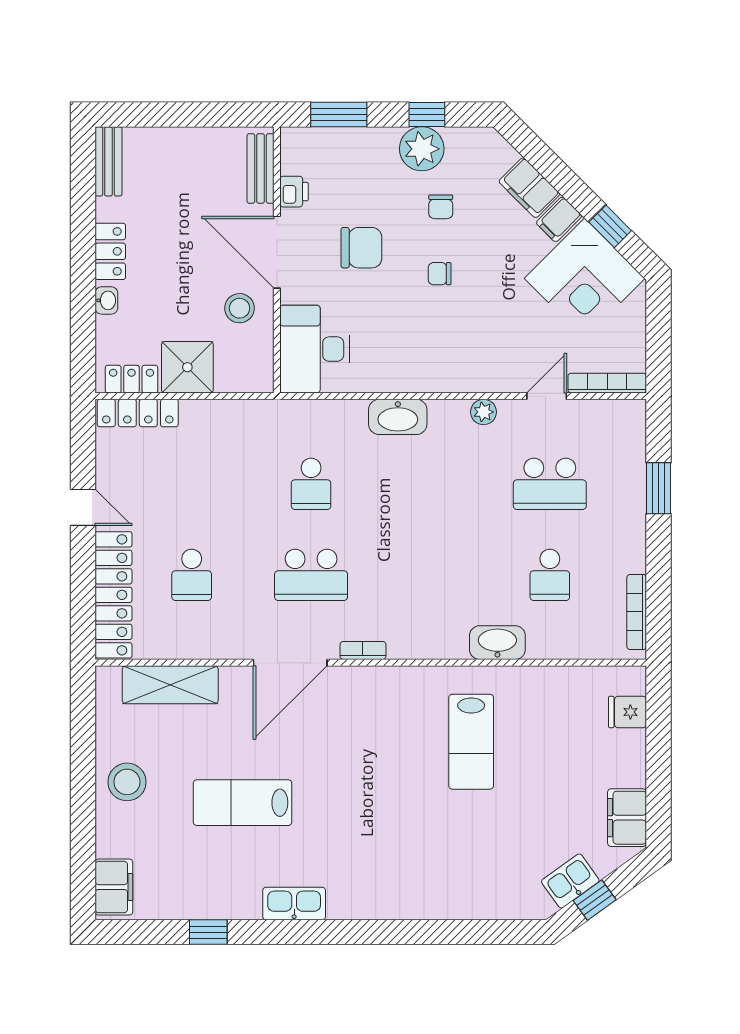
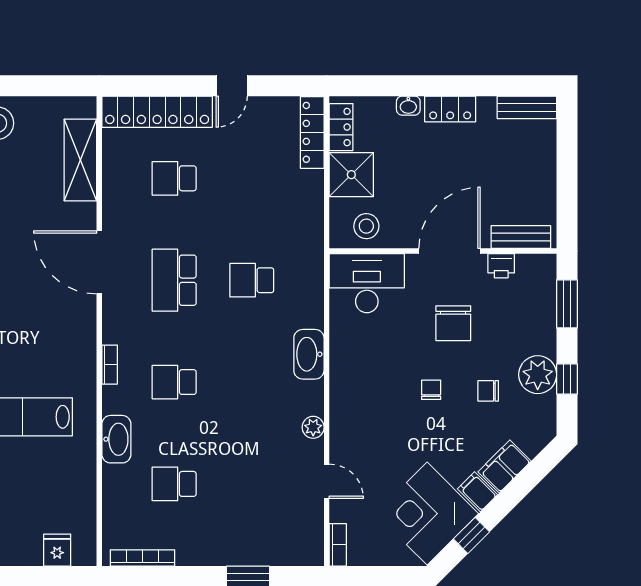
stool: (240, 308) -> (366, 226), moved
bookcase: (607, 383) -> (338, 545), width x0.64
school desk: (550, 484) -> (174, 382), moved, width x0.54
bookcase: (363, 650) -> (110, 365), moved

